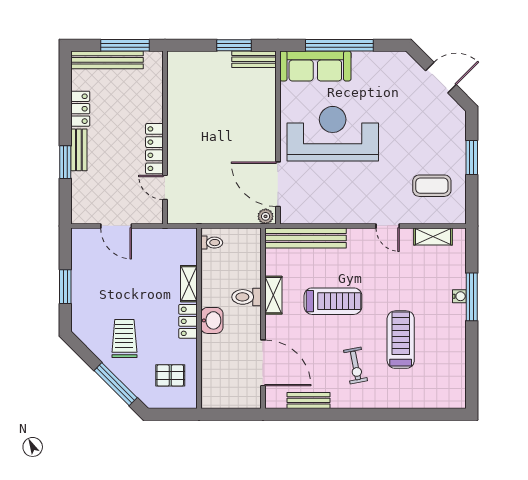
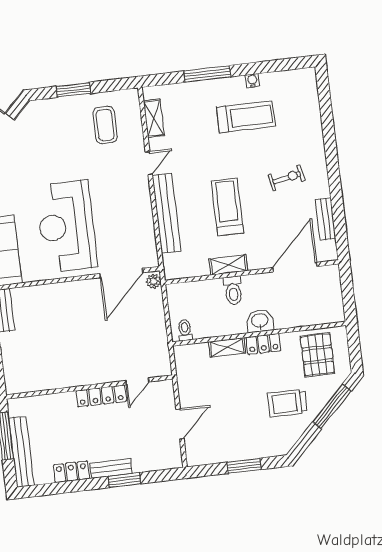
bench: (305, 238) -> (167, 213), moved
water cooler: (459, 296) -> (252, 81), moved
treadmill: (401, 340) -> (246, 117), moved, turned 180
pallet: (170, 375) -> (317, 355), width x1.50, depth x1.42

